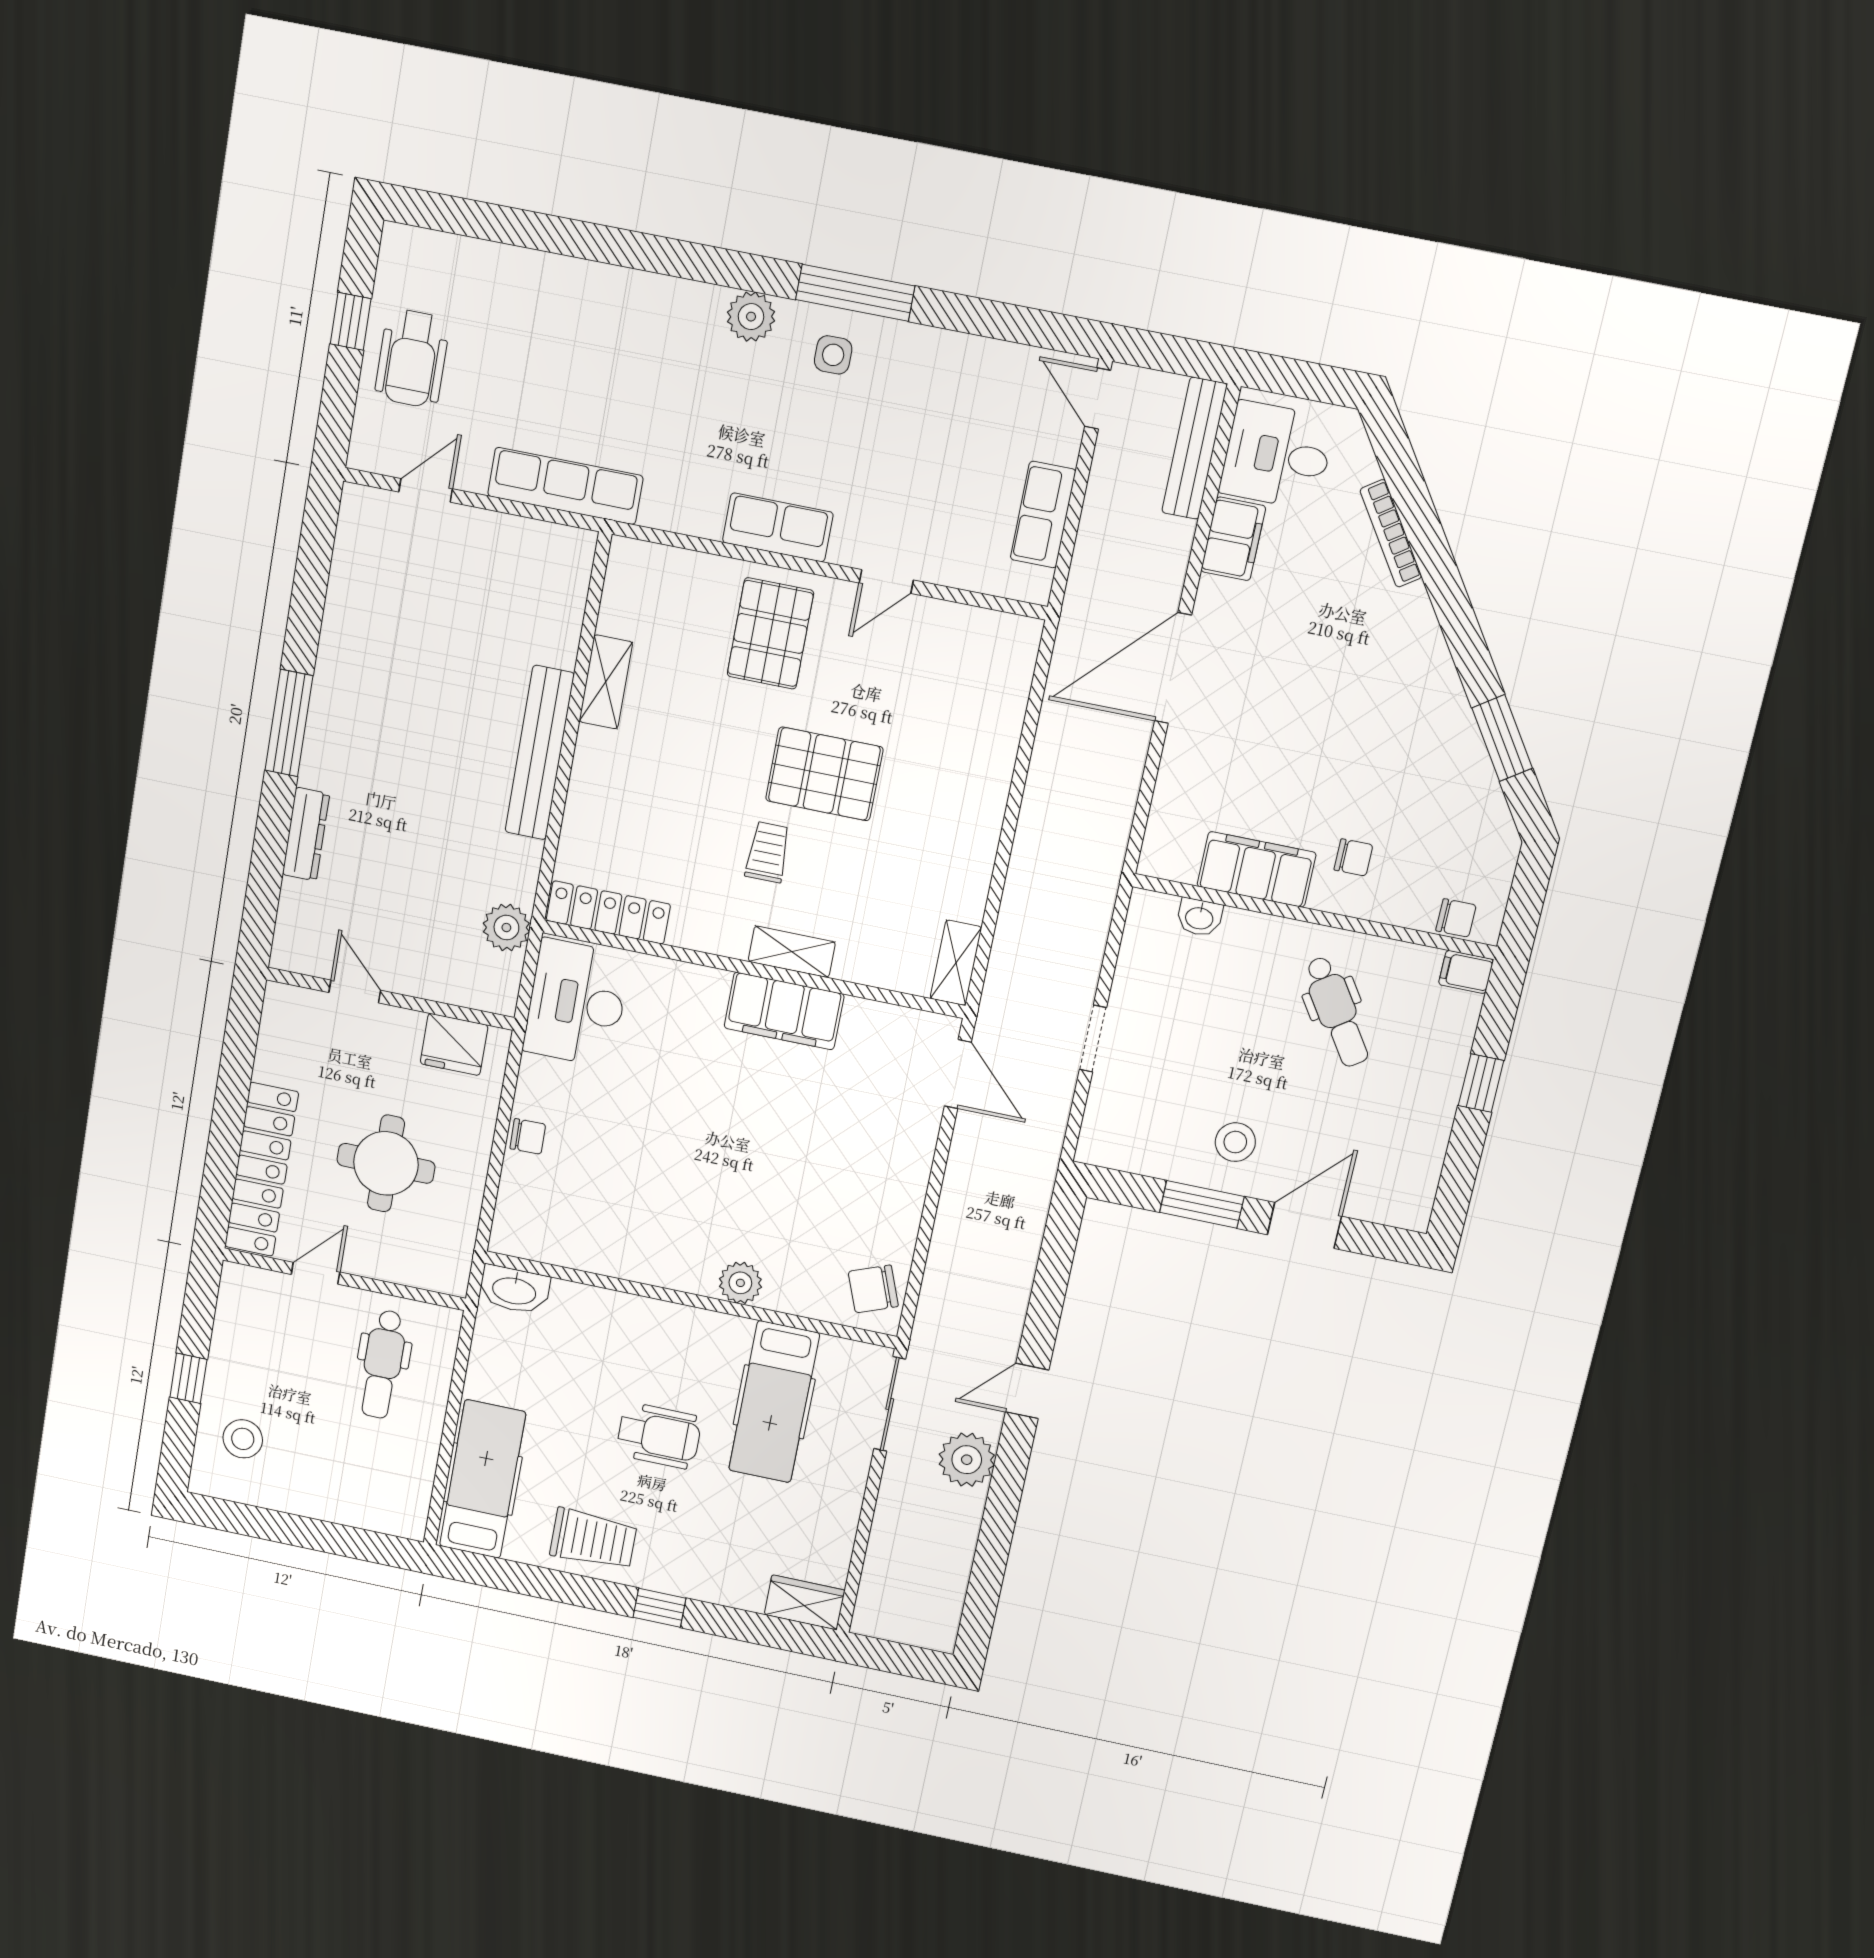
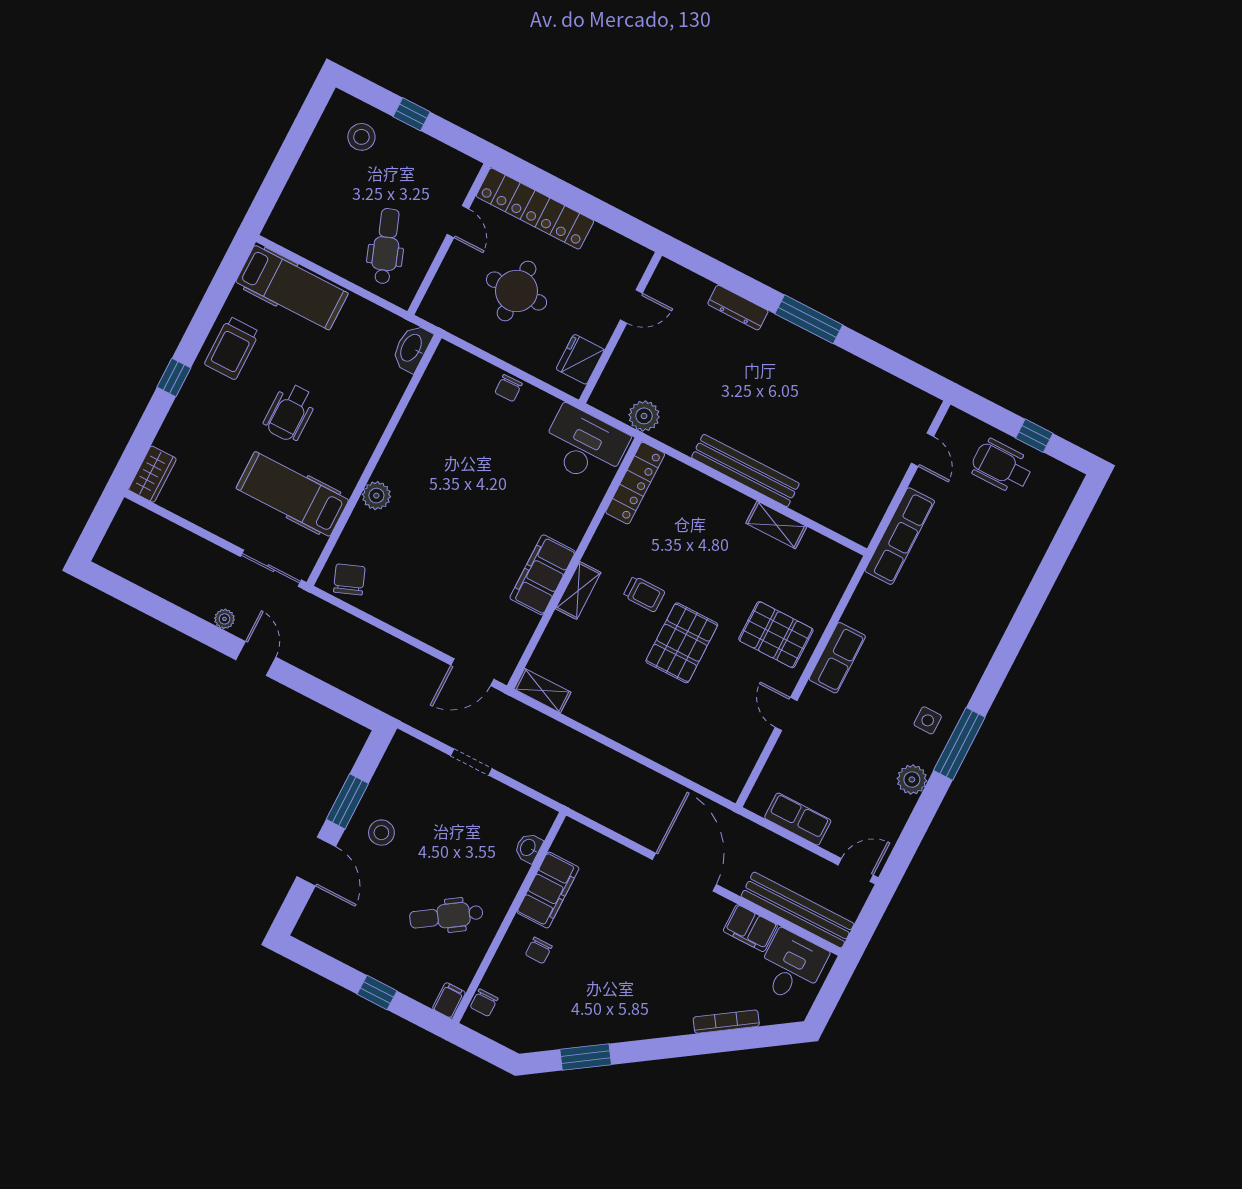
plant: (751, 317) -> (912, 780), moved
bench: (1195, 448) -> (797, 910), width x1.37, depth x1.21
dental chair: (383, 1364) -> (386, 246), turned 70
plant: (967, 1460) -> (224, 619), width x0.53, depth x0.53

